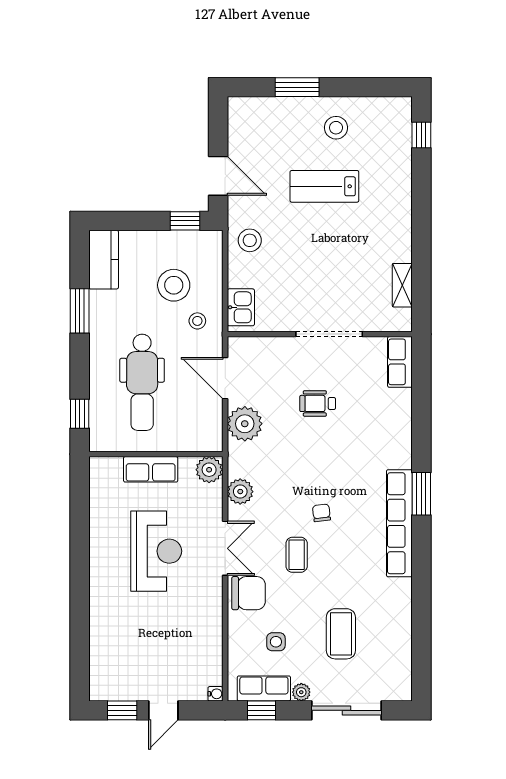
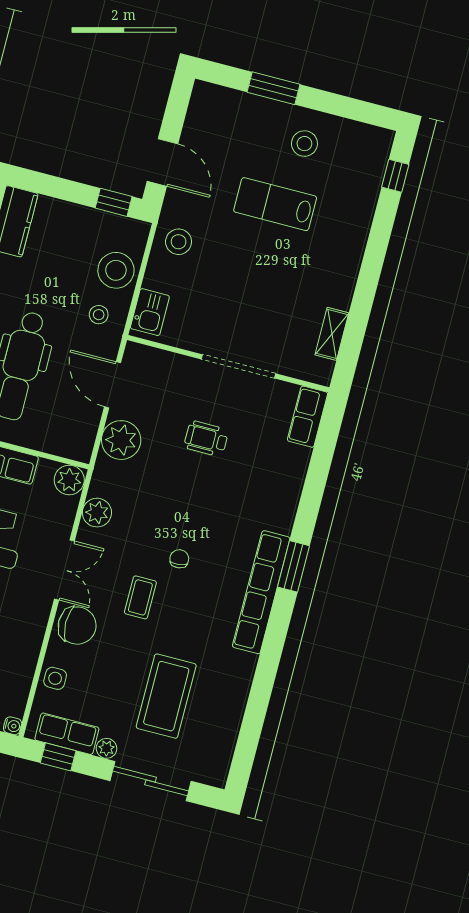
stool: (174, 285) -> (116, 270), moved
coffee table: (341, 634) -> (166, 696), width x1.36, depth x1.32
side table: (276, 642) -> (55, 678), moved

